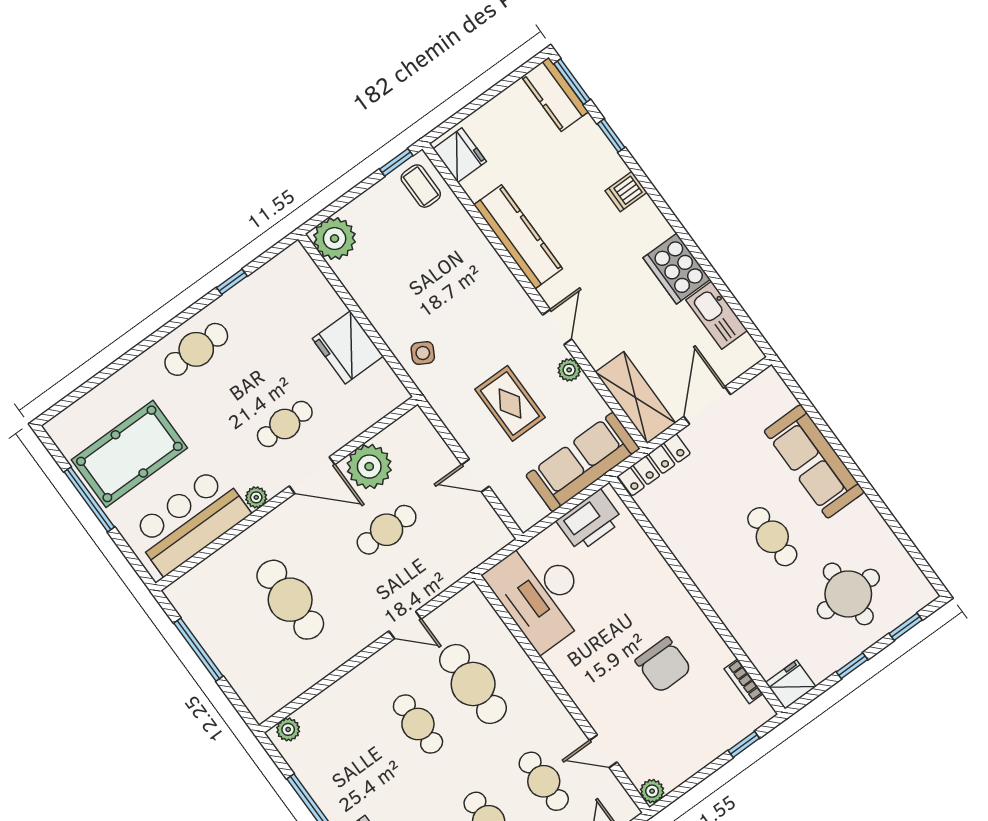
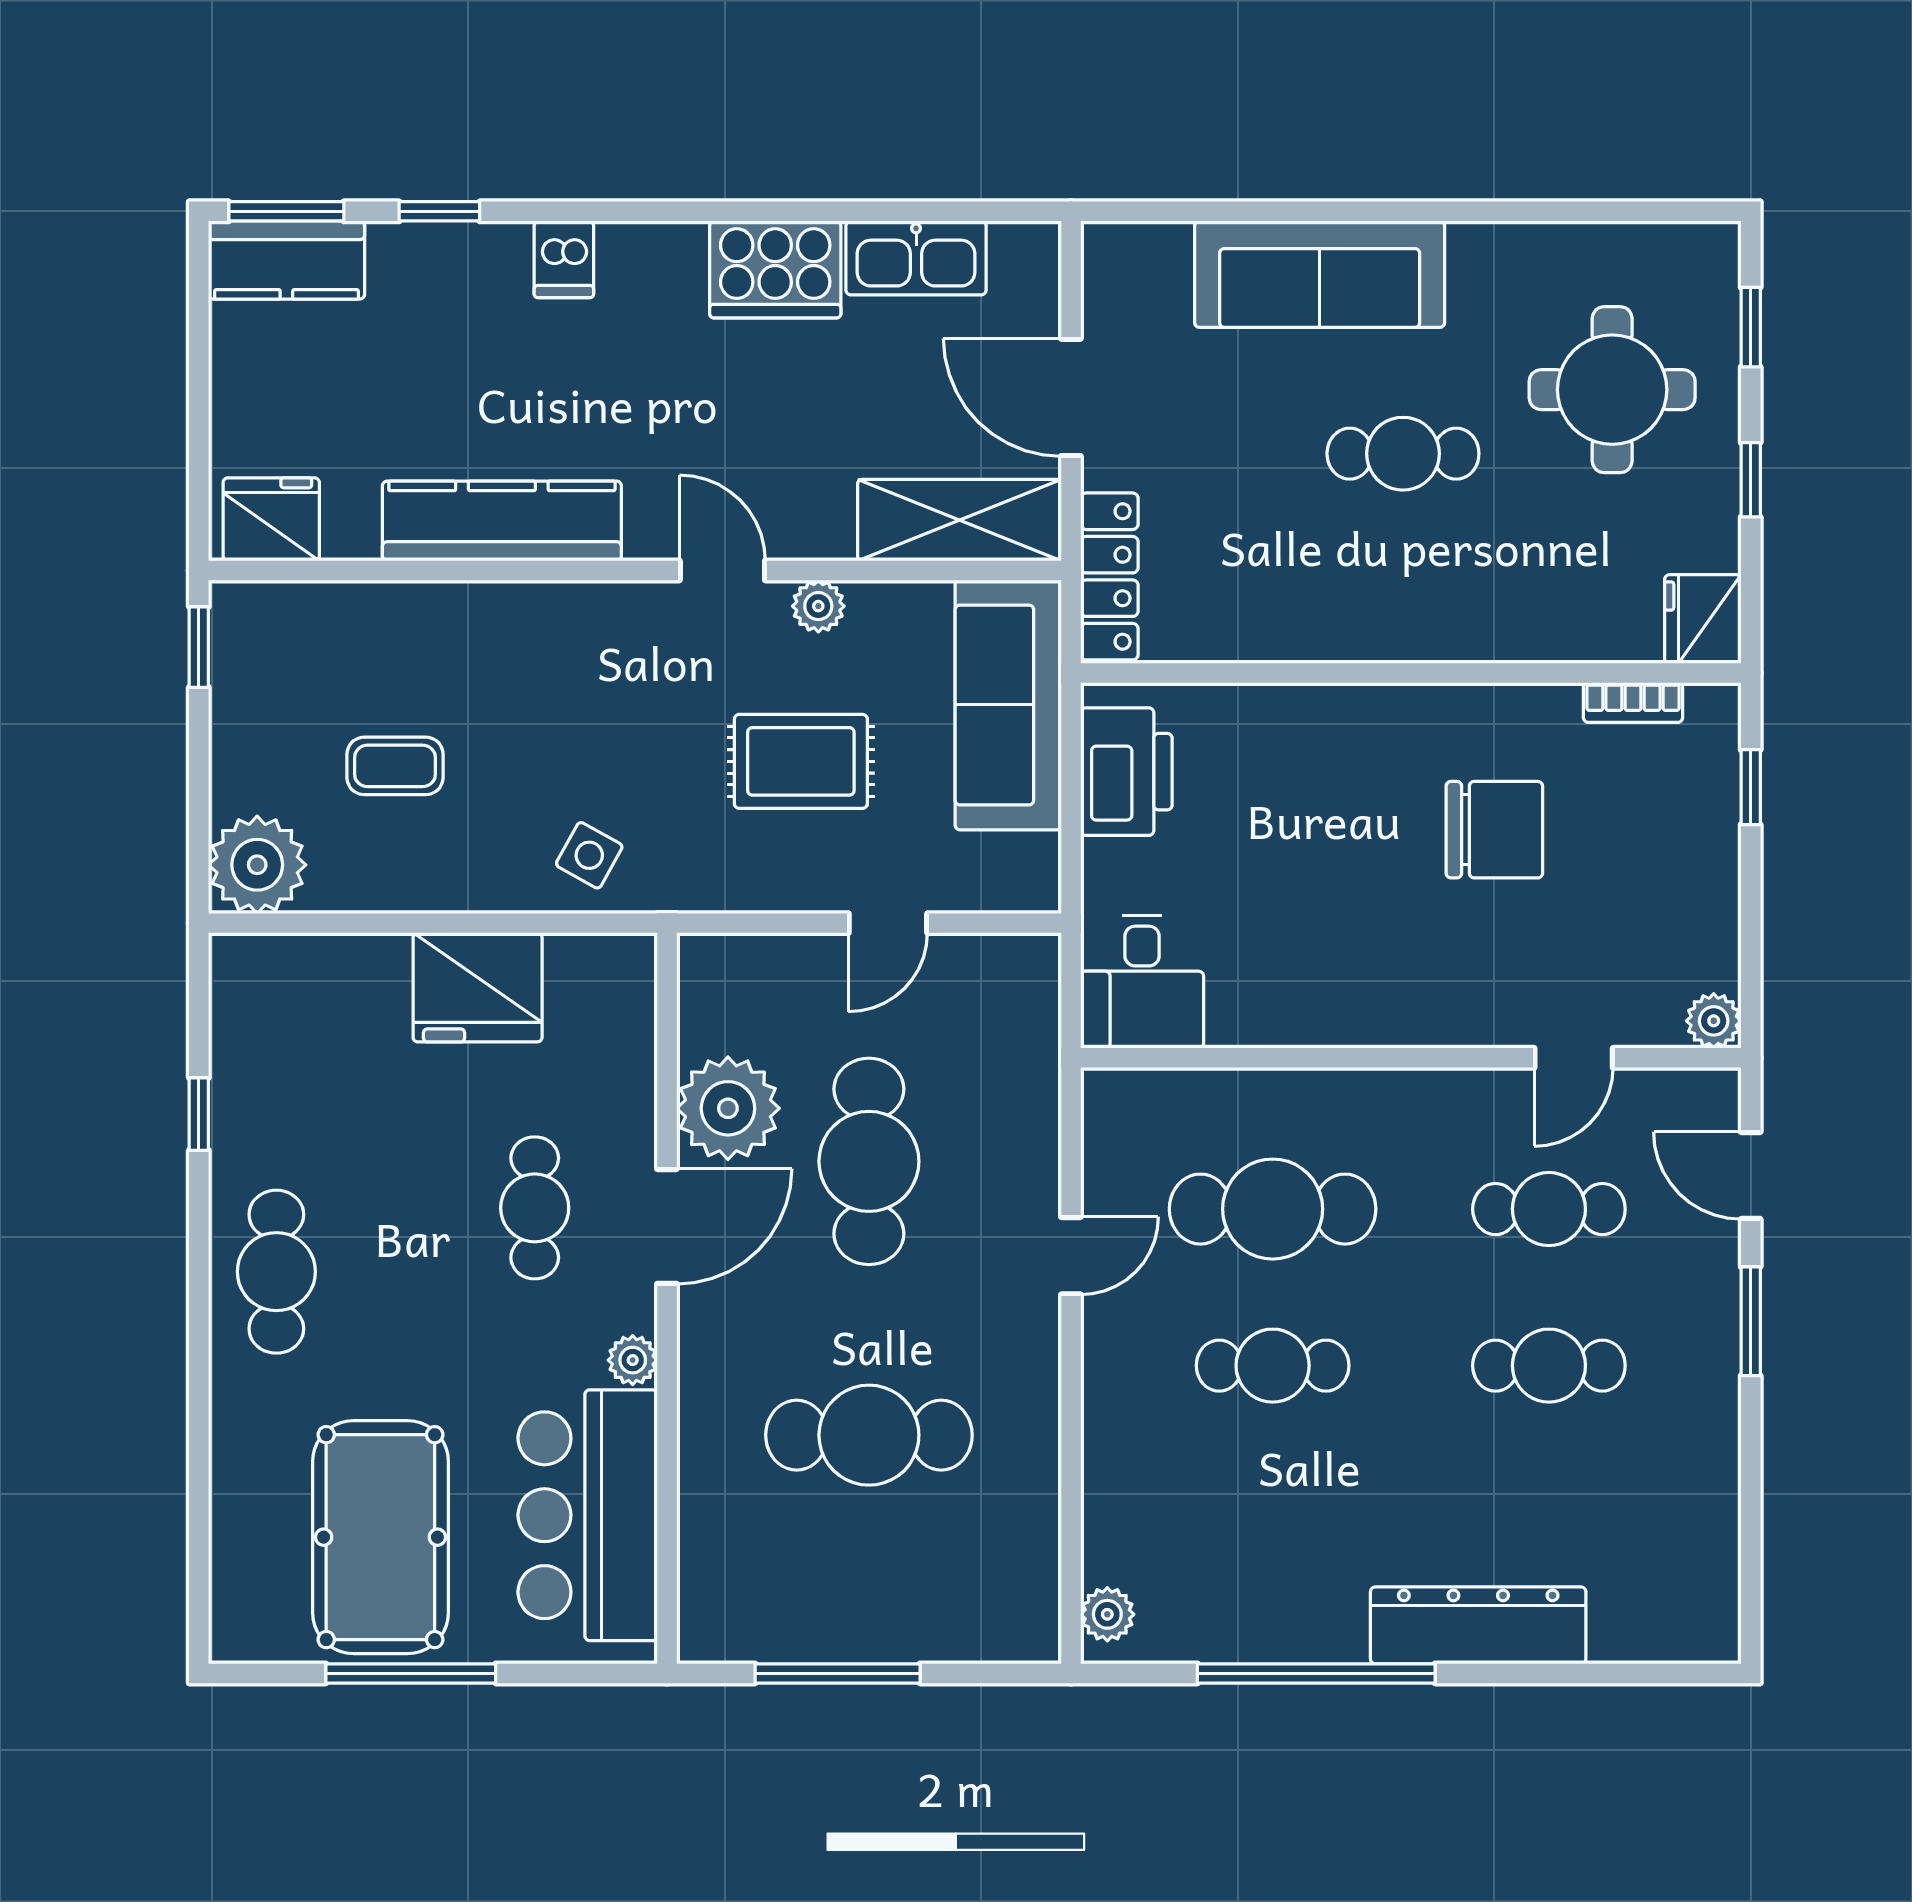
coffee table: (421, 186) -> (395, 766), moved
cafe table: (387, 530) -> (869, 1161), width x1.37, depth x1.35
desk: (540, 594) -> (1142, 982), width x0.53, depth x0.77

